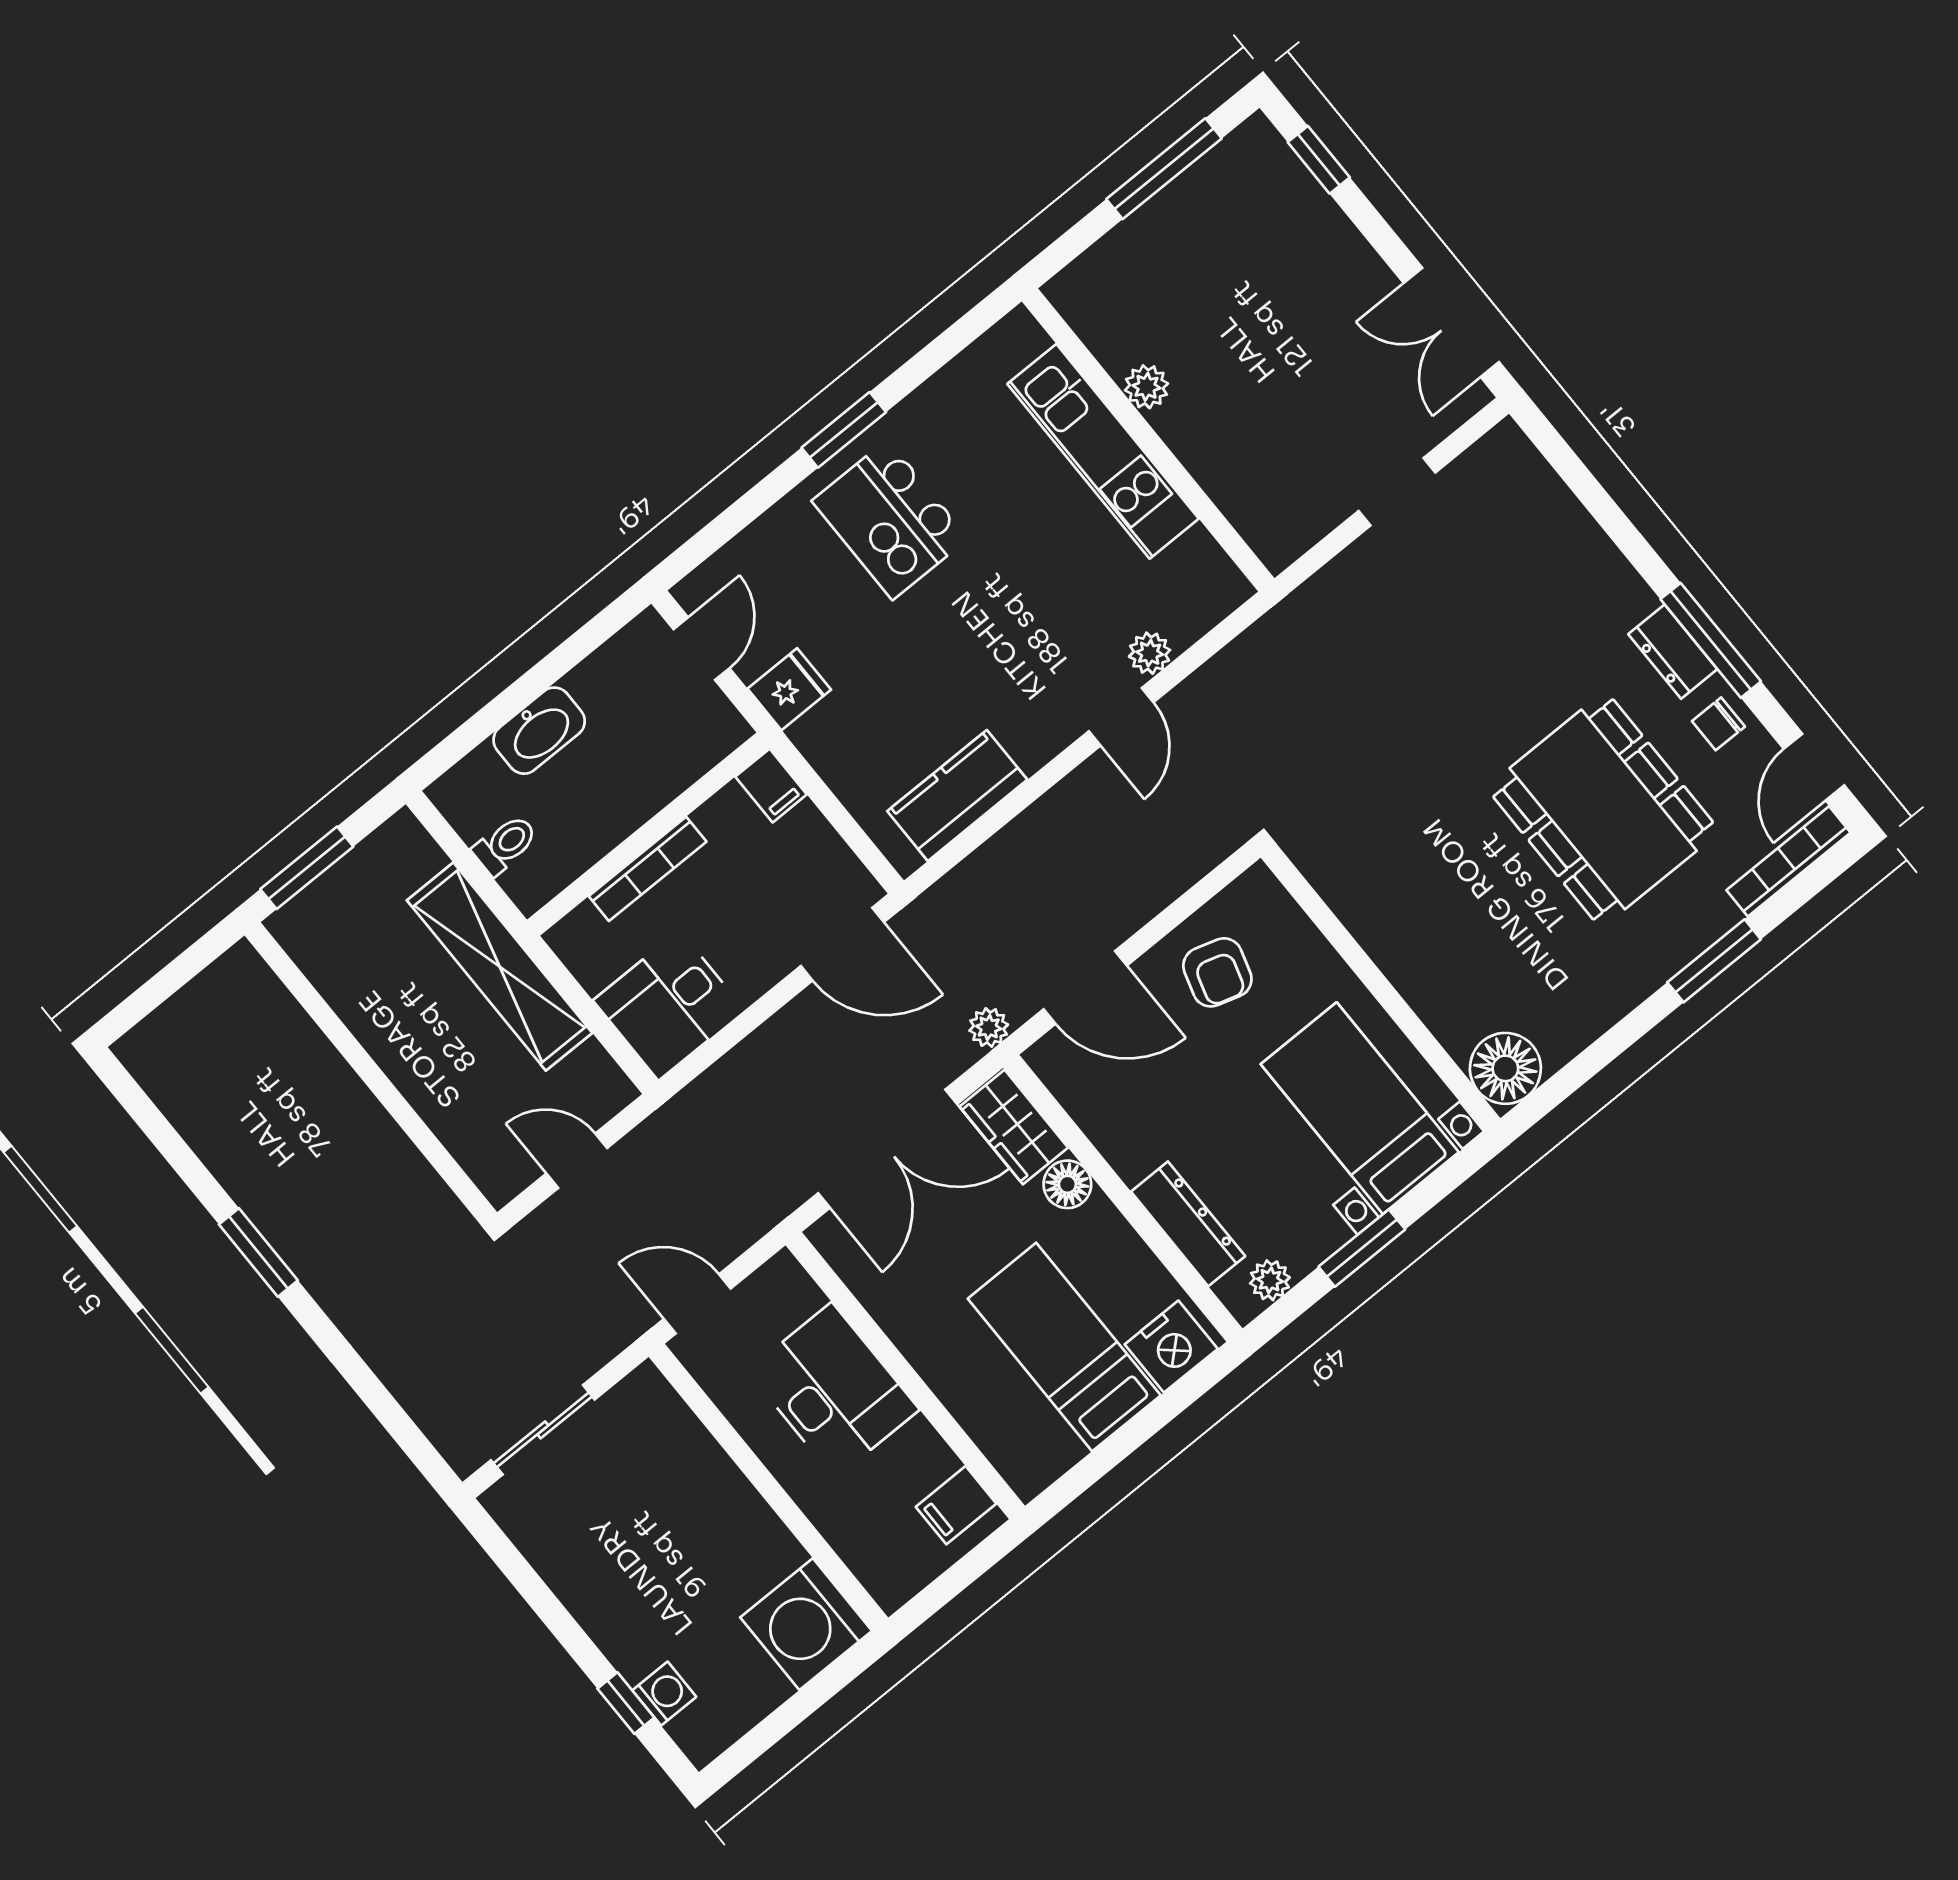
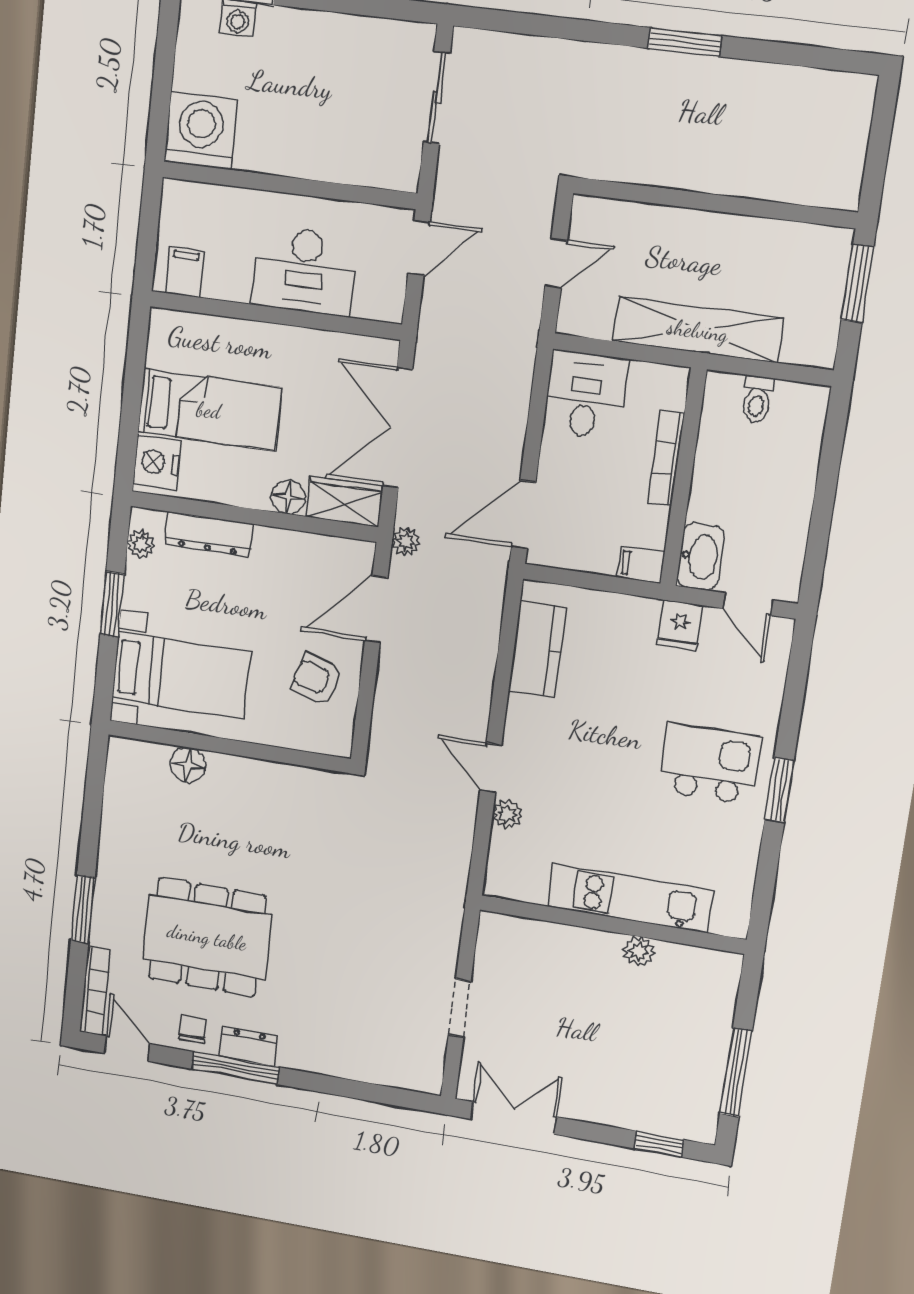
washbasin: (539, 731) -> (700, 556), moved, turned 180
floor lamp: (1505, 1068) -> (188, 765), moved, width x0.73, depth x0.73

